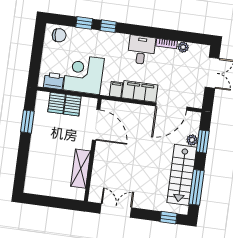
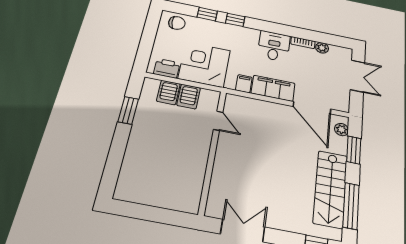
door: (171, 107) -> (312, 108), hinge flipped
door: (96, 125) -> (218, 121), width x0.53
plant: (192, 140) -> (341, 130), moved
shelving: (81, 169) -> (196, 172), removed

